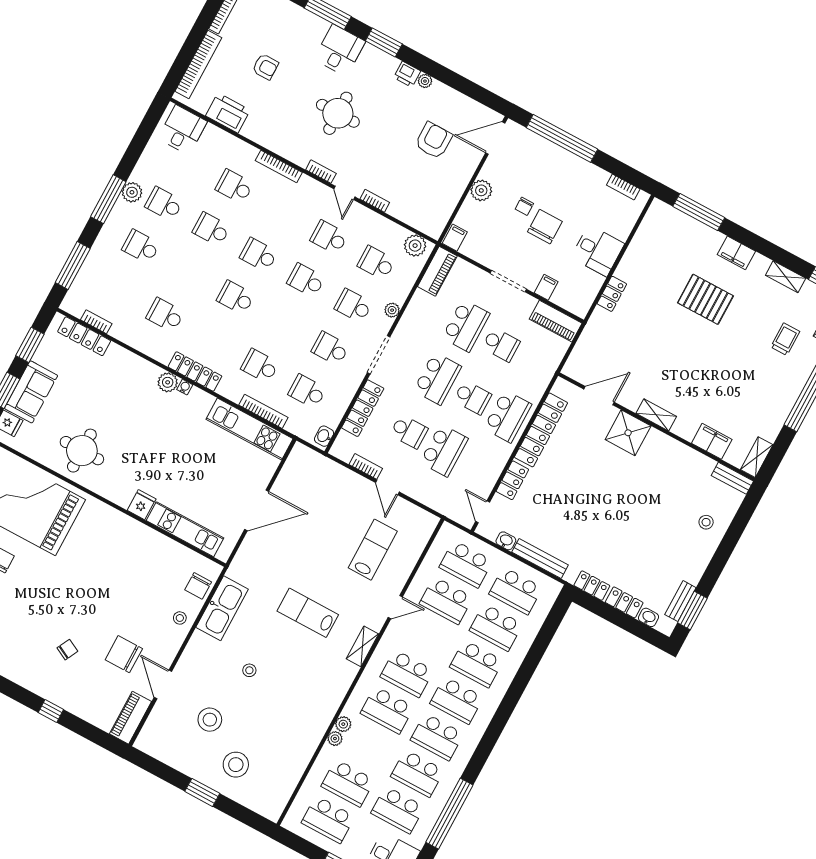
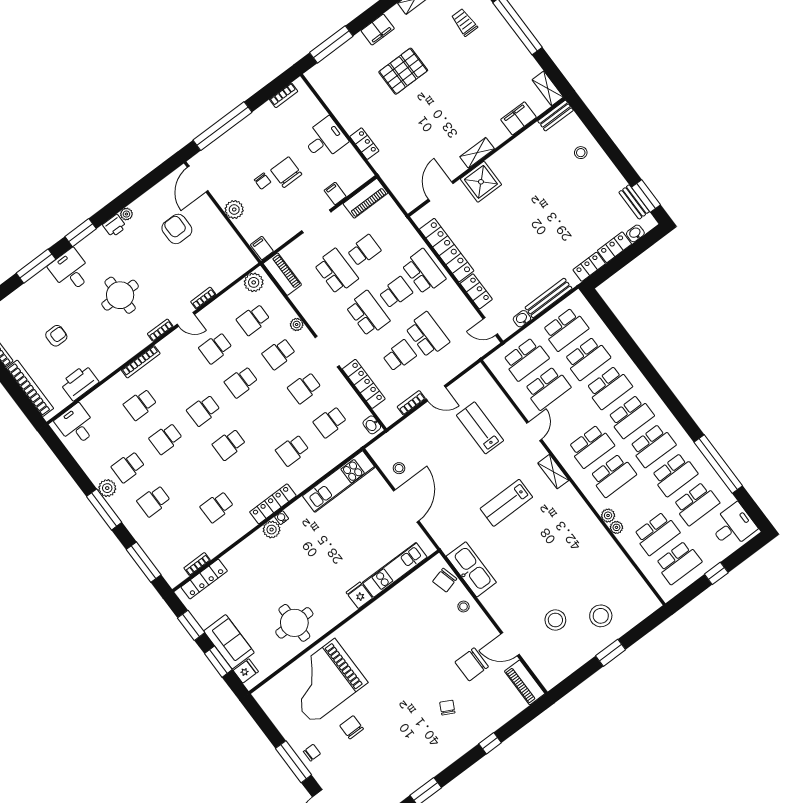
bookcase: (263, 411) -> (330, 464), removed
chair: (198, 586) -> (445, 580), turned 75
stool: (249, 670) -> (399, 468), moved

